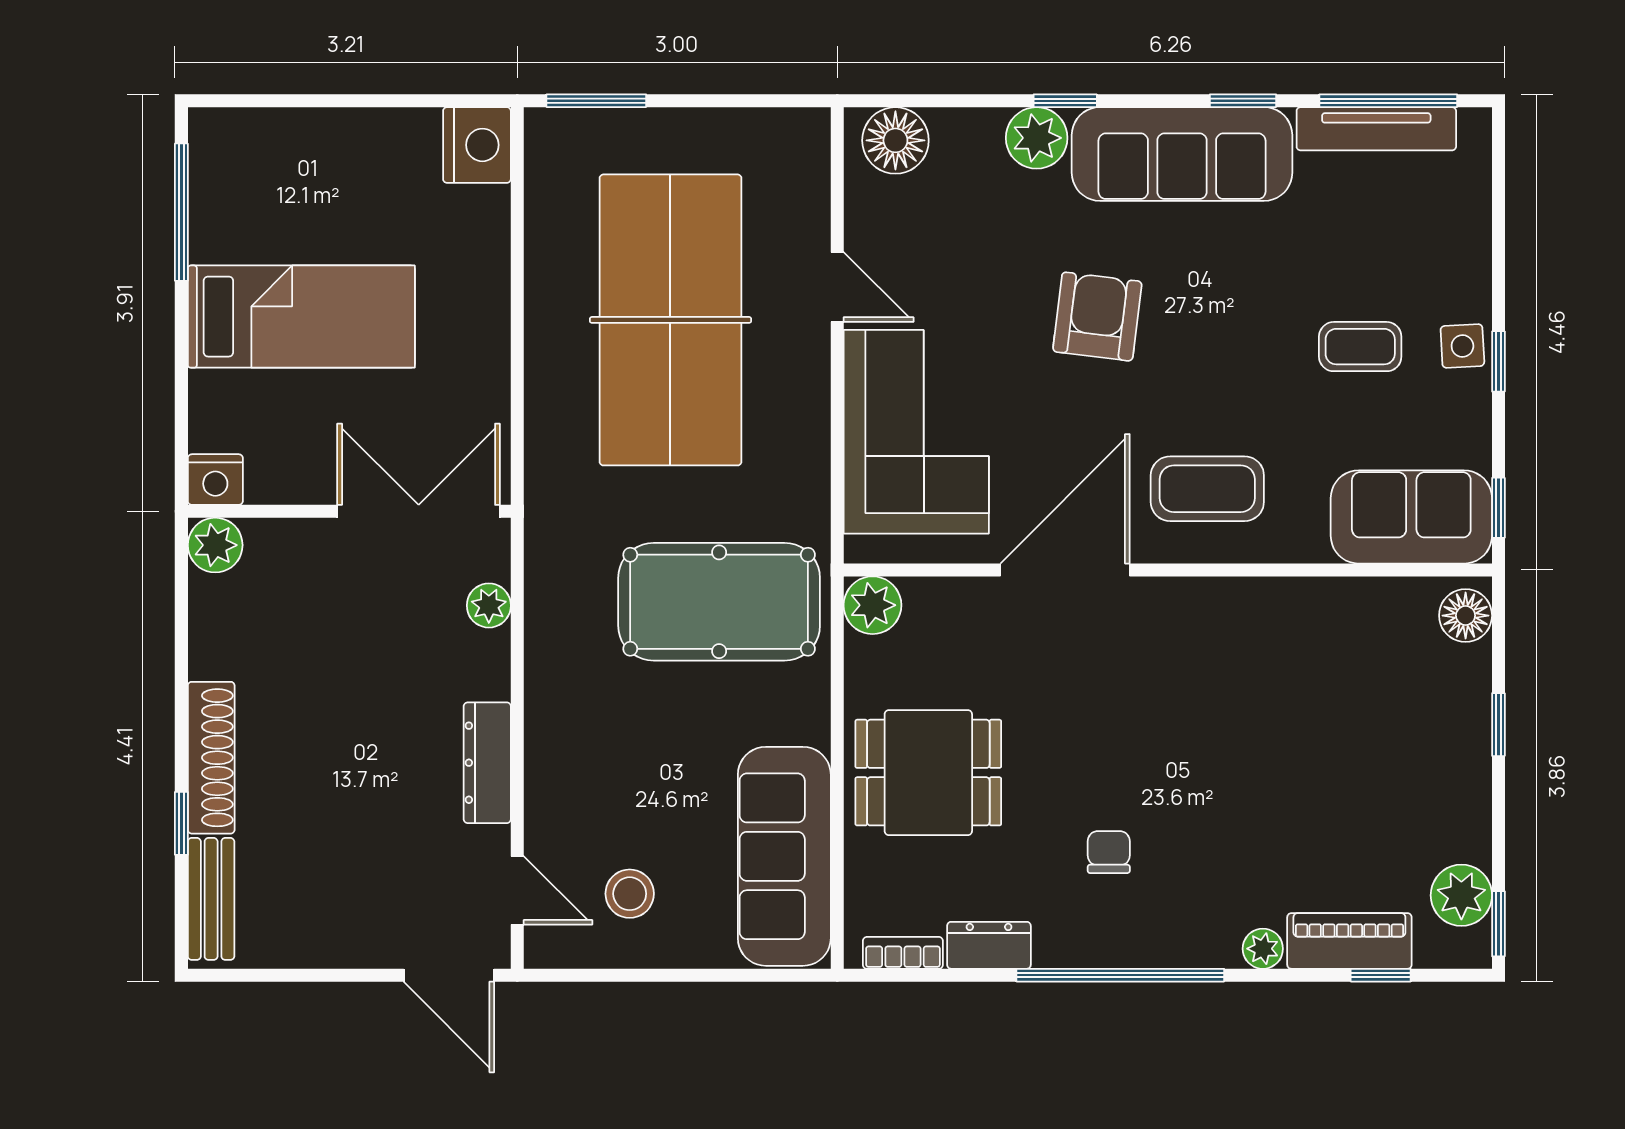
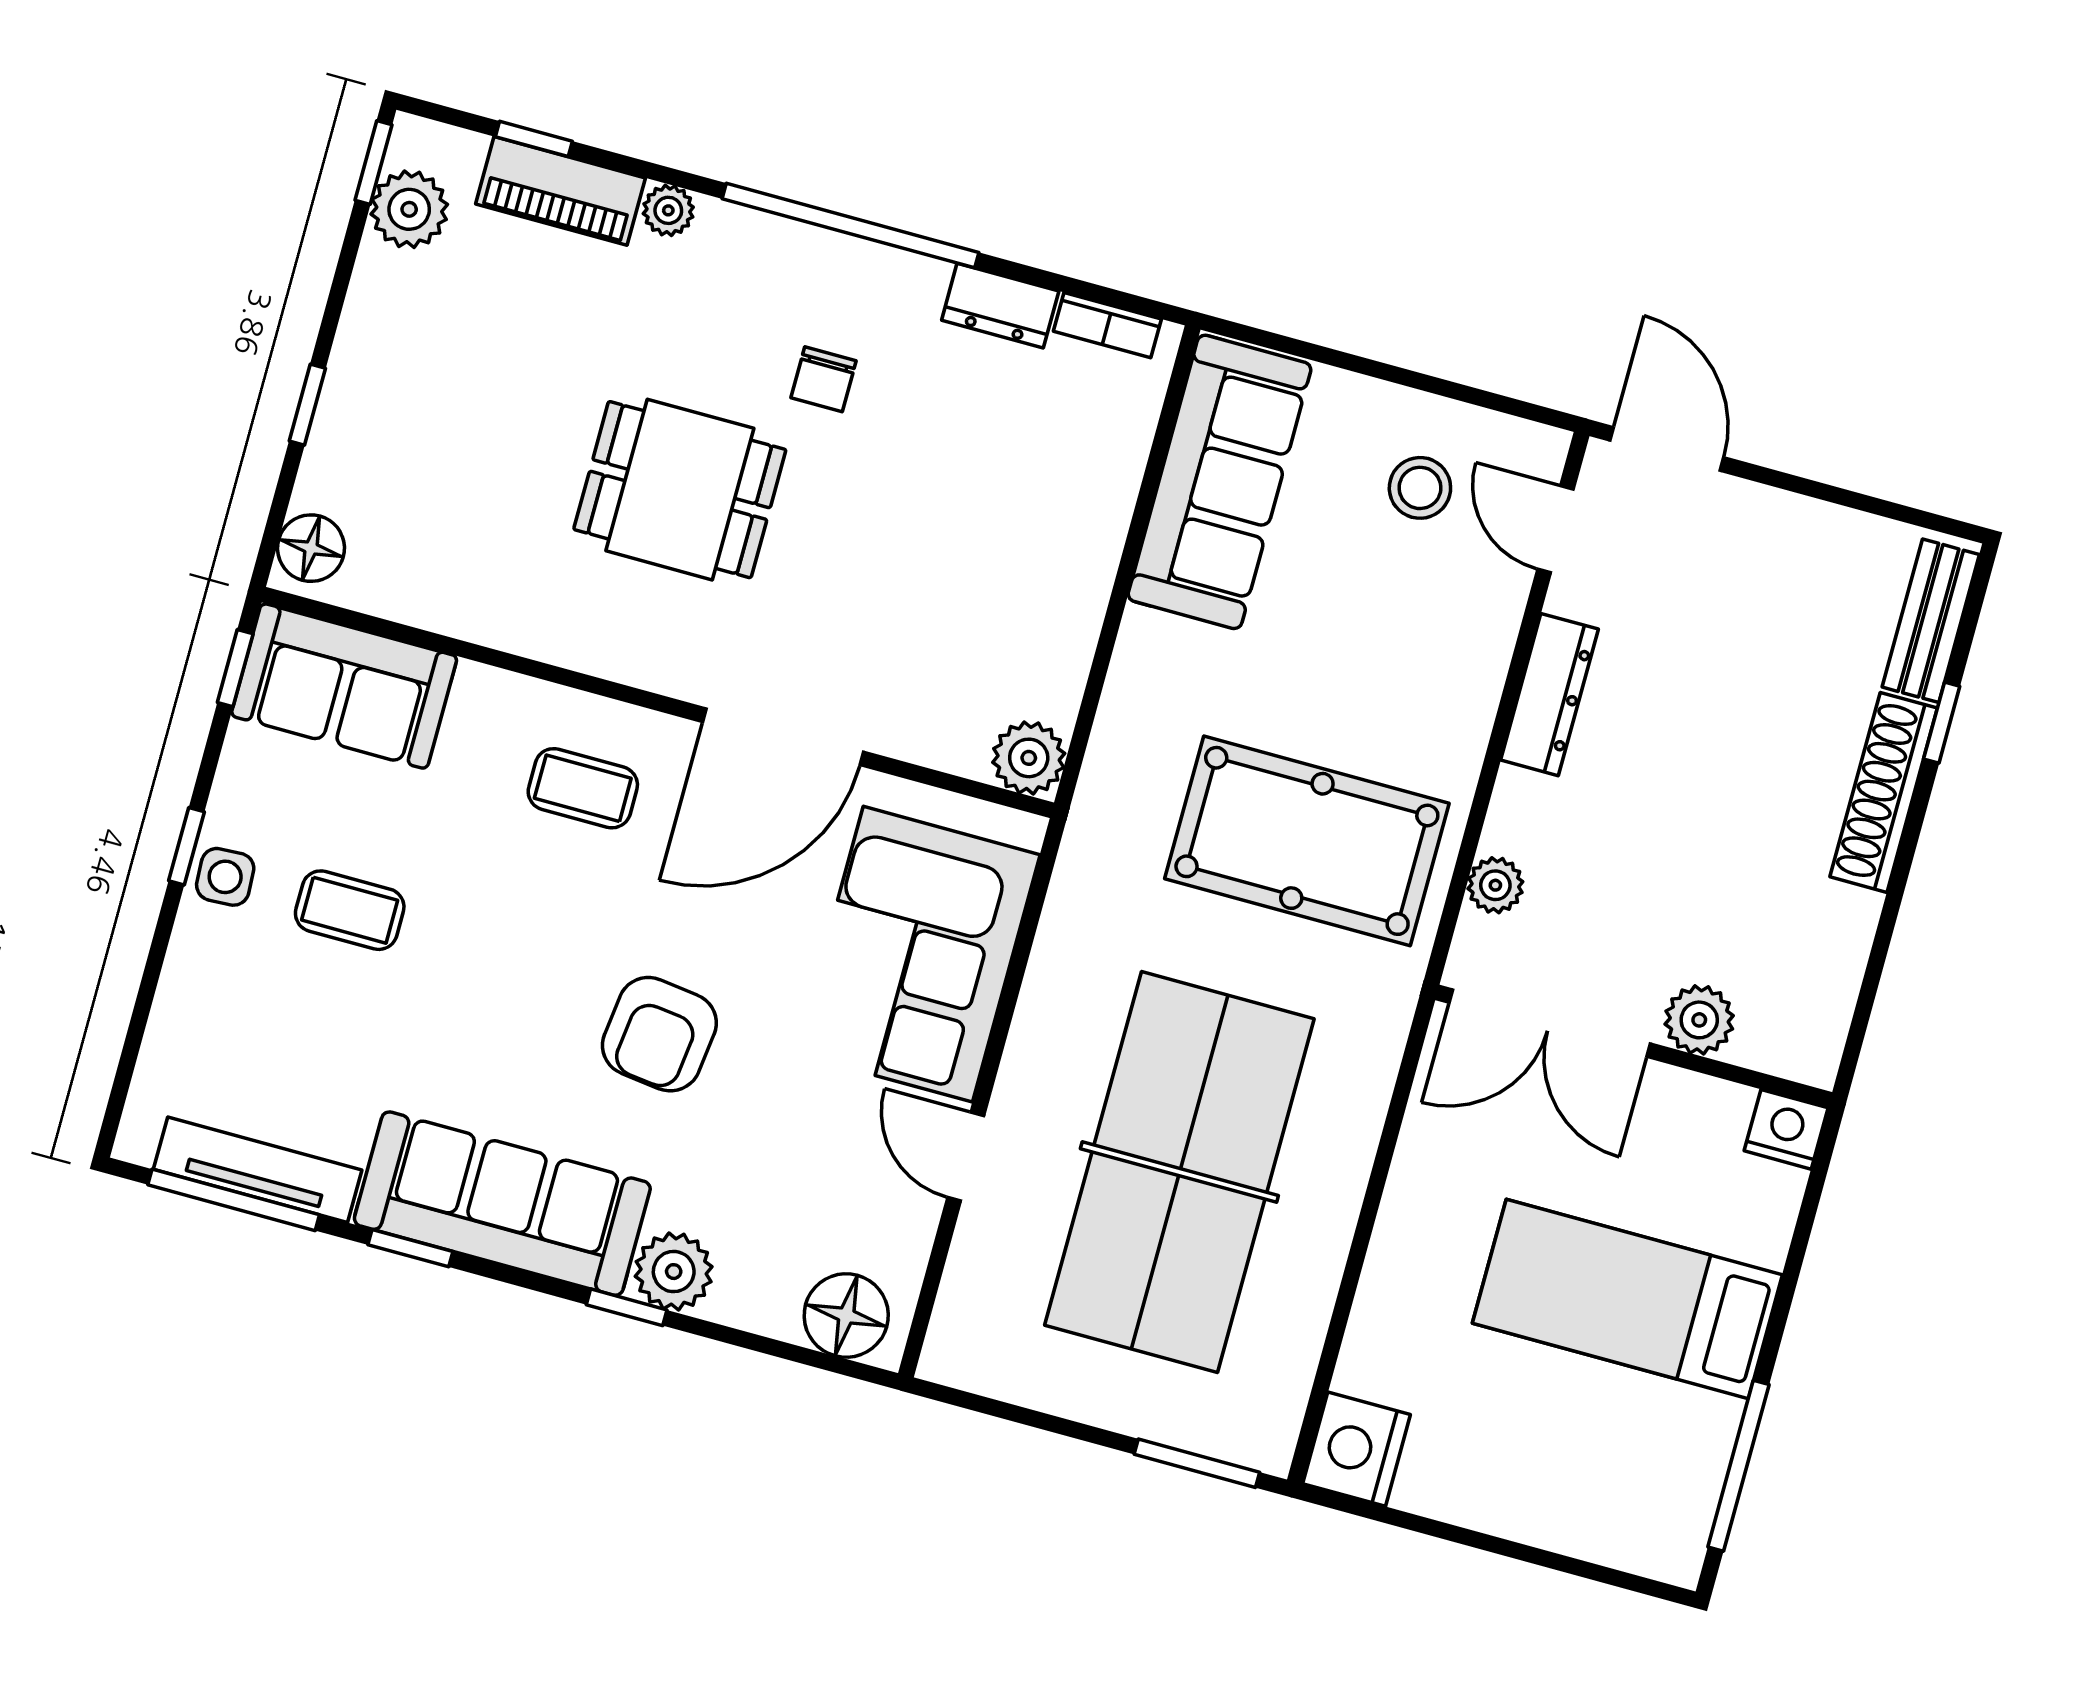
coffee table: (1207, 489) -> (583, 788), width x0.73, depth x0.77
plant: (215, 545) -> (1699, 1020), moved
pool table: (719, 602) -> (1307, 841), moved
dining table: (928, 773) -> (680, 490), moved

